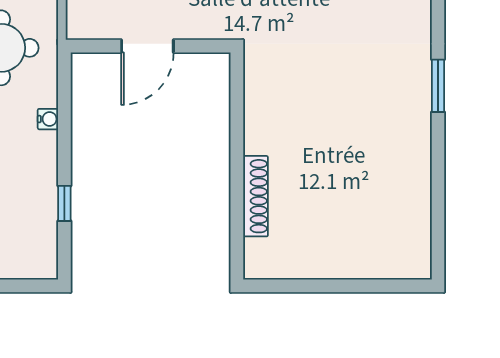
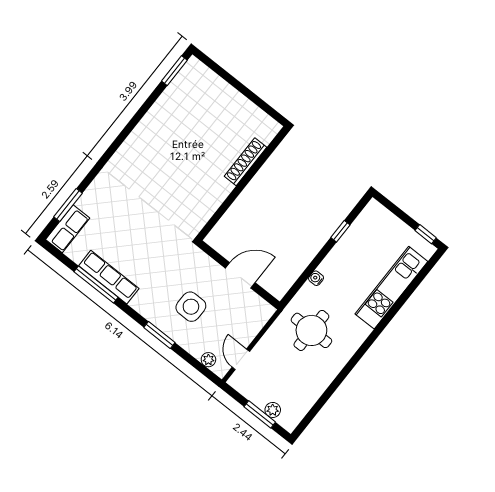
window: (438, 86) -> (174, 71), moved

